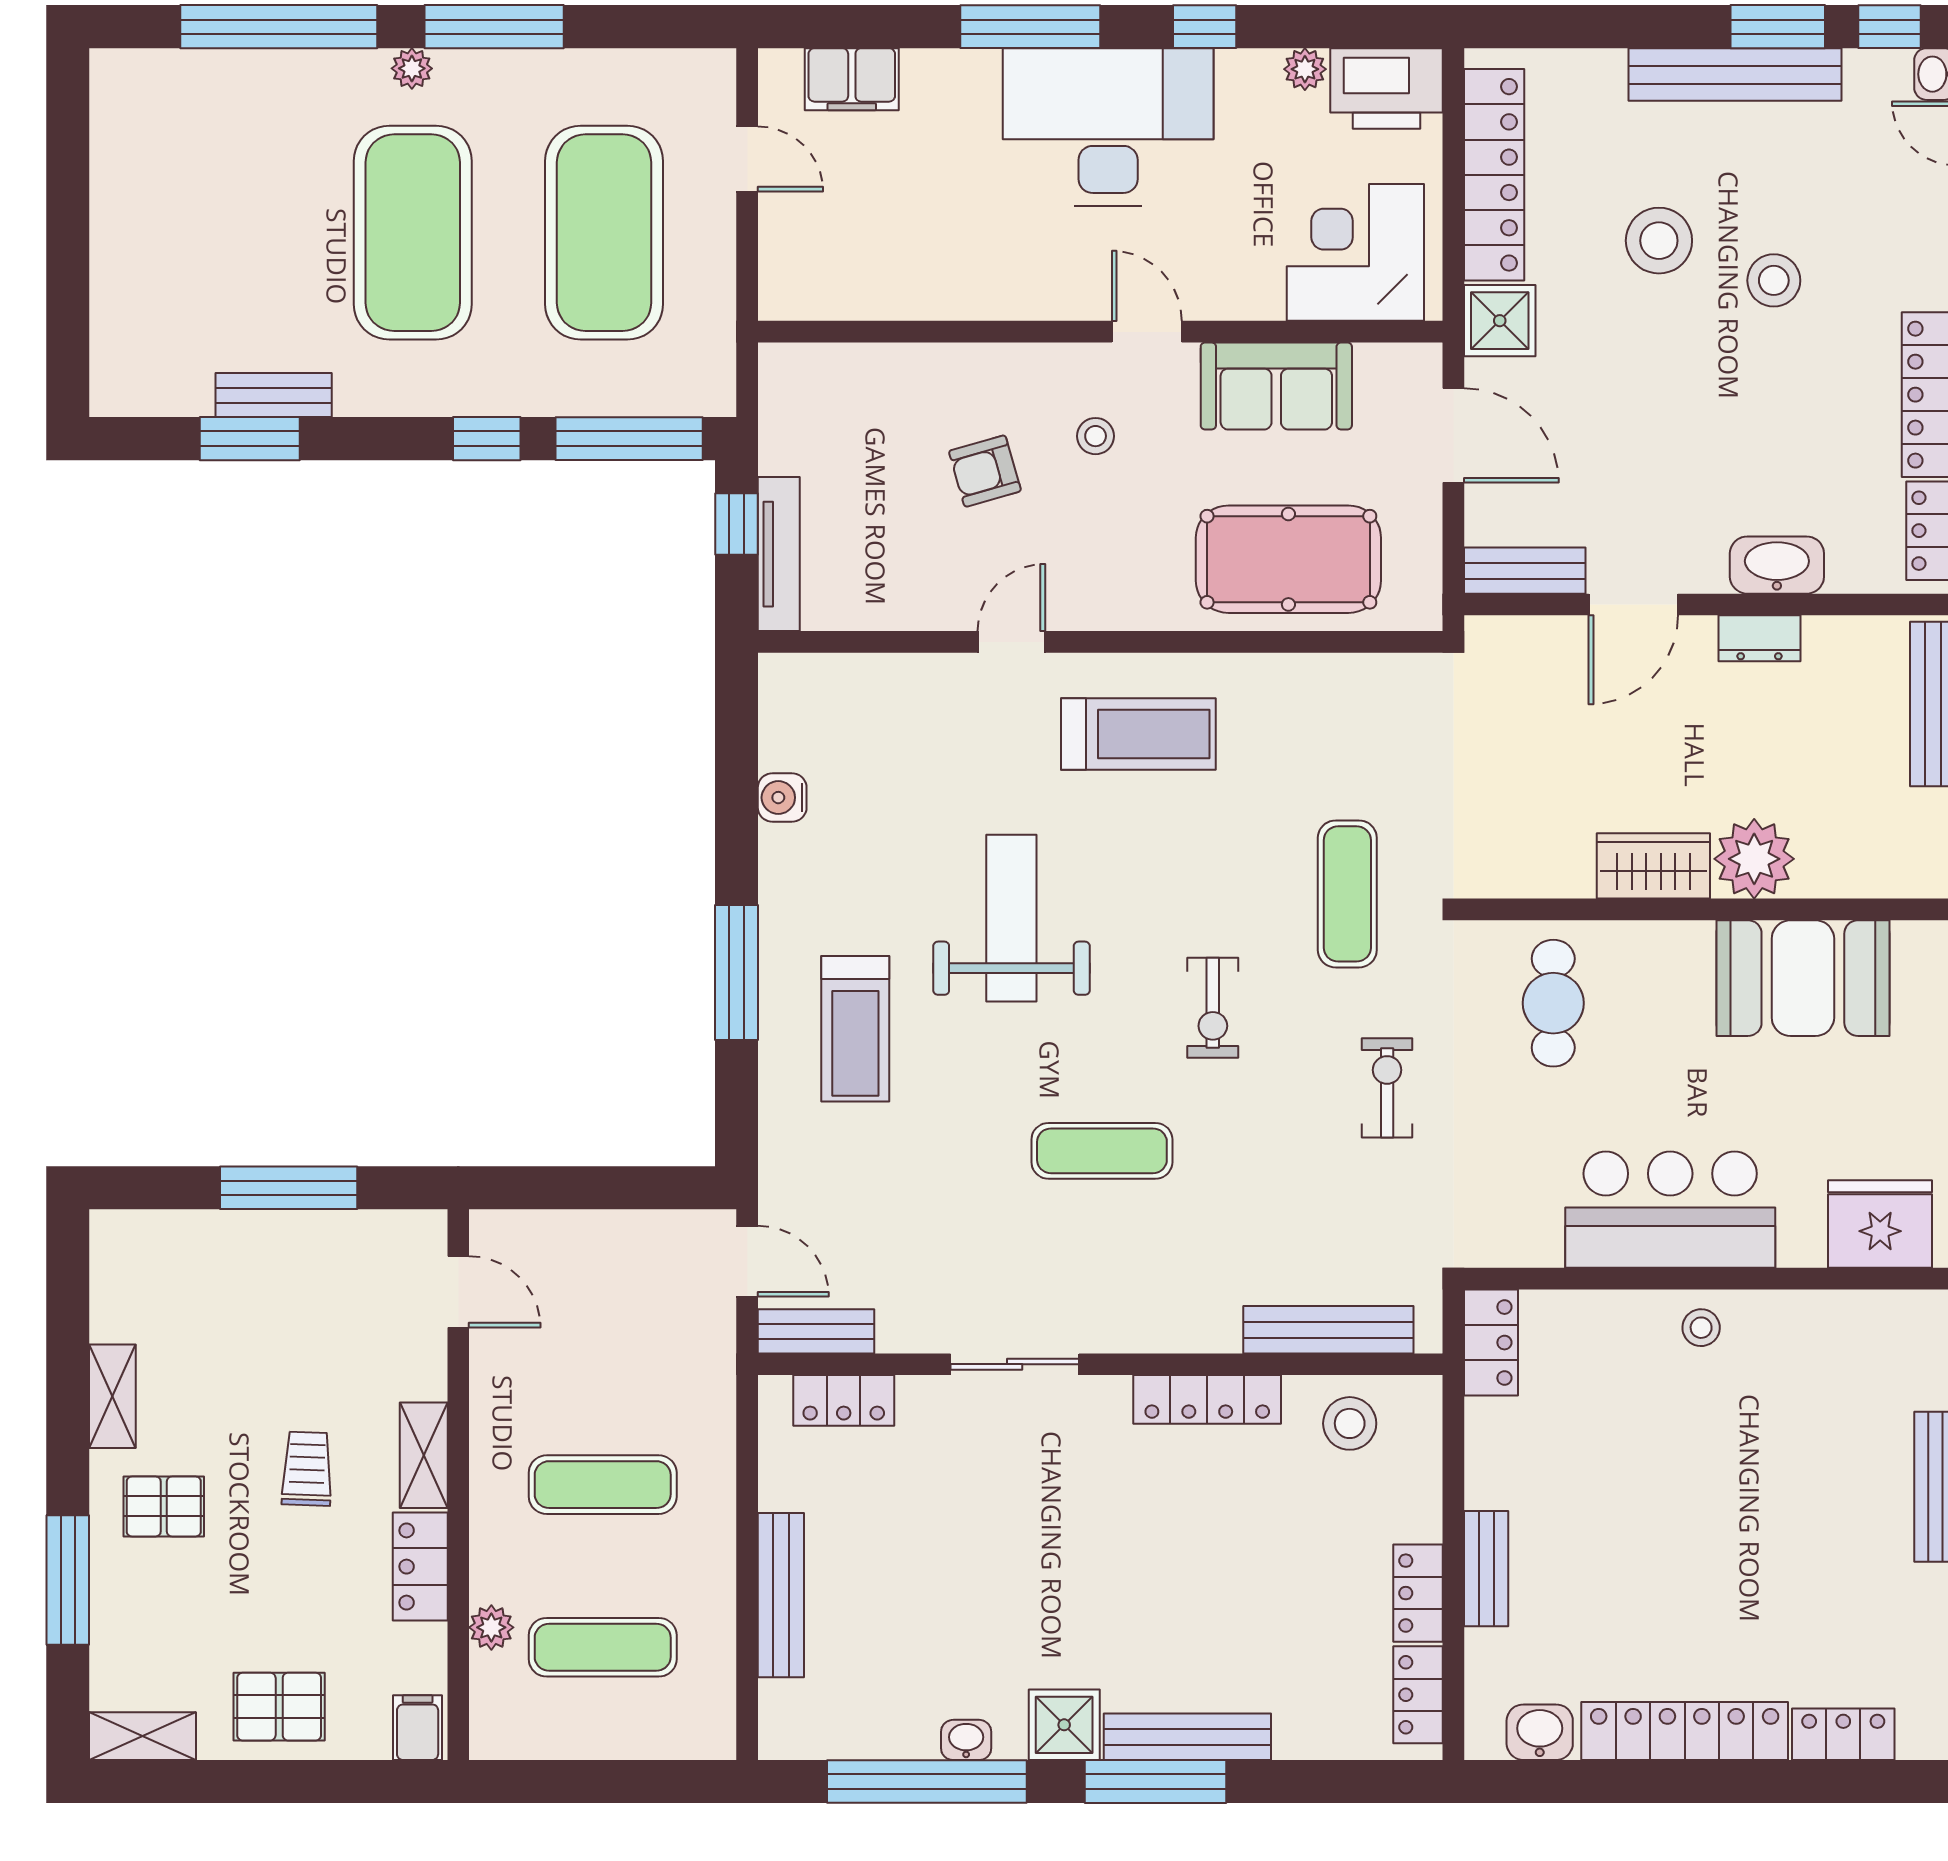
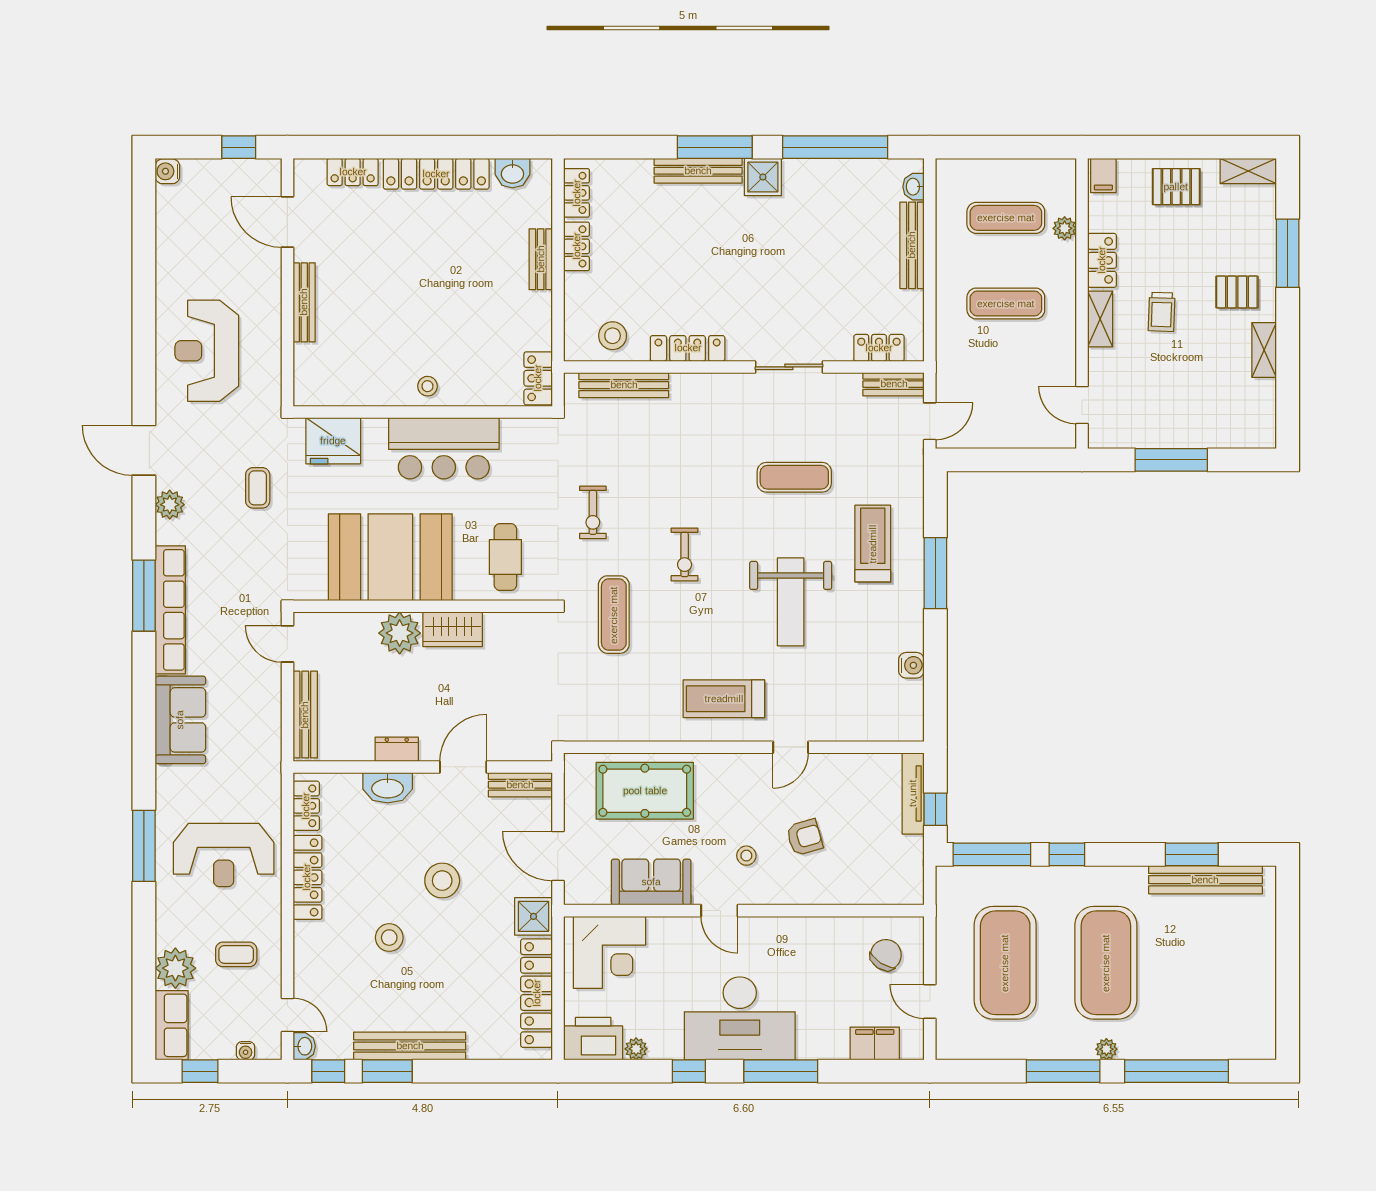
stool: (1659, 241) -> (442, 881), moved
chair: (831, 248) -> (886, 955), added
bench: (274, 395) -> (1205, 880), width x1.86, depth x1.21
booth: (1803, 978) -> (390, 557), width x1.36, depth x1.42
exercise bike: (1213, 1008) -> (685, 555), turned 180
exercise mat: (1102, 1151) -> (794, 477), moved
door: (747, 1261) -> (930, 421), swing flipped
washbasin: (966, 1740) -> (914, 187), moved, turned 90

